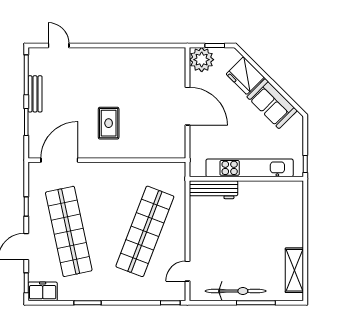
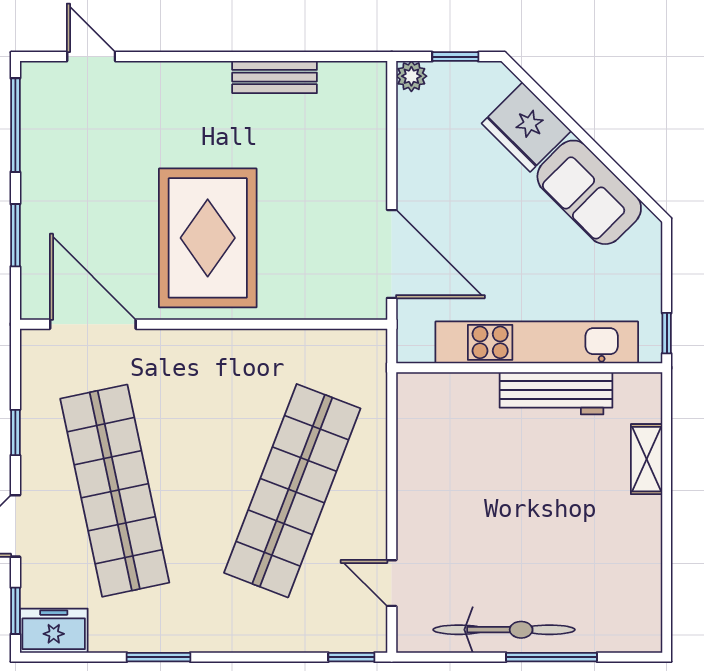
plant: (202, 60) -> (411, 76), width x0.53, depth x0.53
bench: (35, 94) -> (275, 77), moved, turned 90
door: (187, 106) -> (392, 254), moved
rug: (109, 123) -> (208, 238), width x1.86, depth x2.06
door: (59, 160) -> (93, 324), hinge flipped
workbench: (213, 190) -> (556, 393), moved
shelving: (294, 270) -> (647, 459), moved, width x0.67, depth x0.75
door: (187, 271) -> (392, 583), hinge flipped

